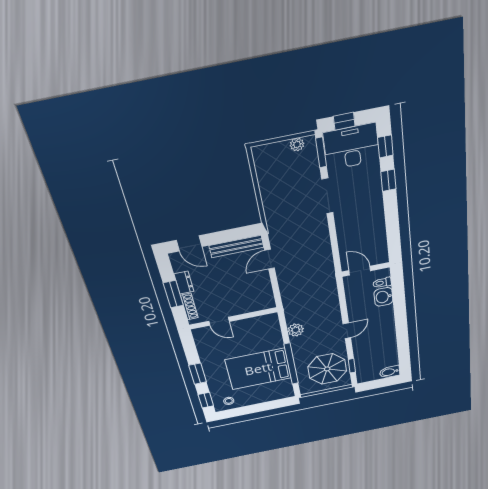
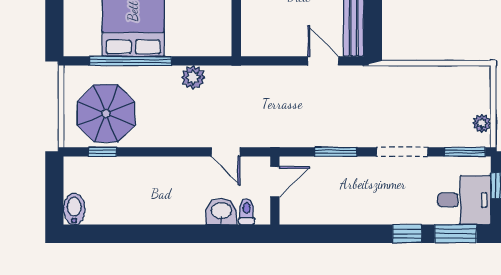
window: (385, 146) -> (456, 234), width x1.50
desk: (352, 147) -> (464, 200), width x0.73
window: (334, 238) -> (336, 152), added
door: (347, 331) -> (226, 152), moved

